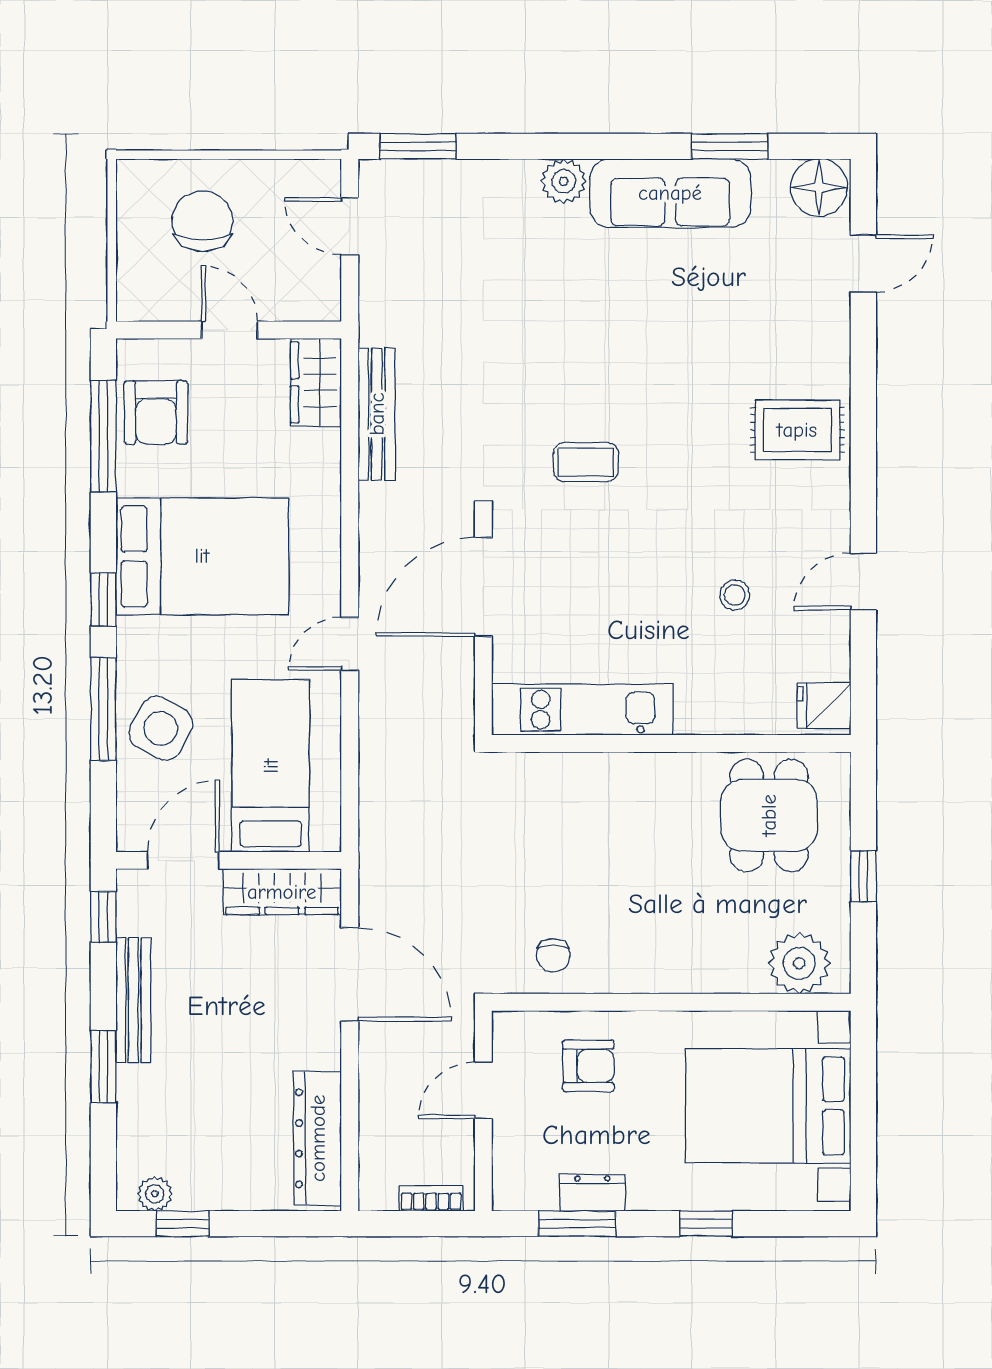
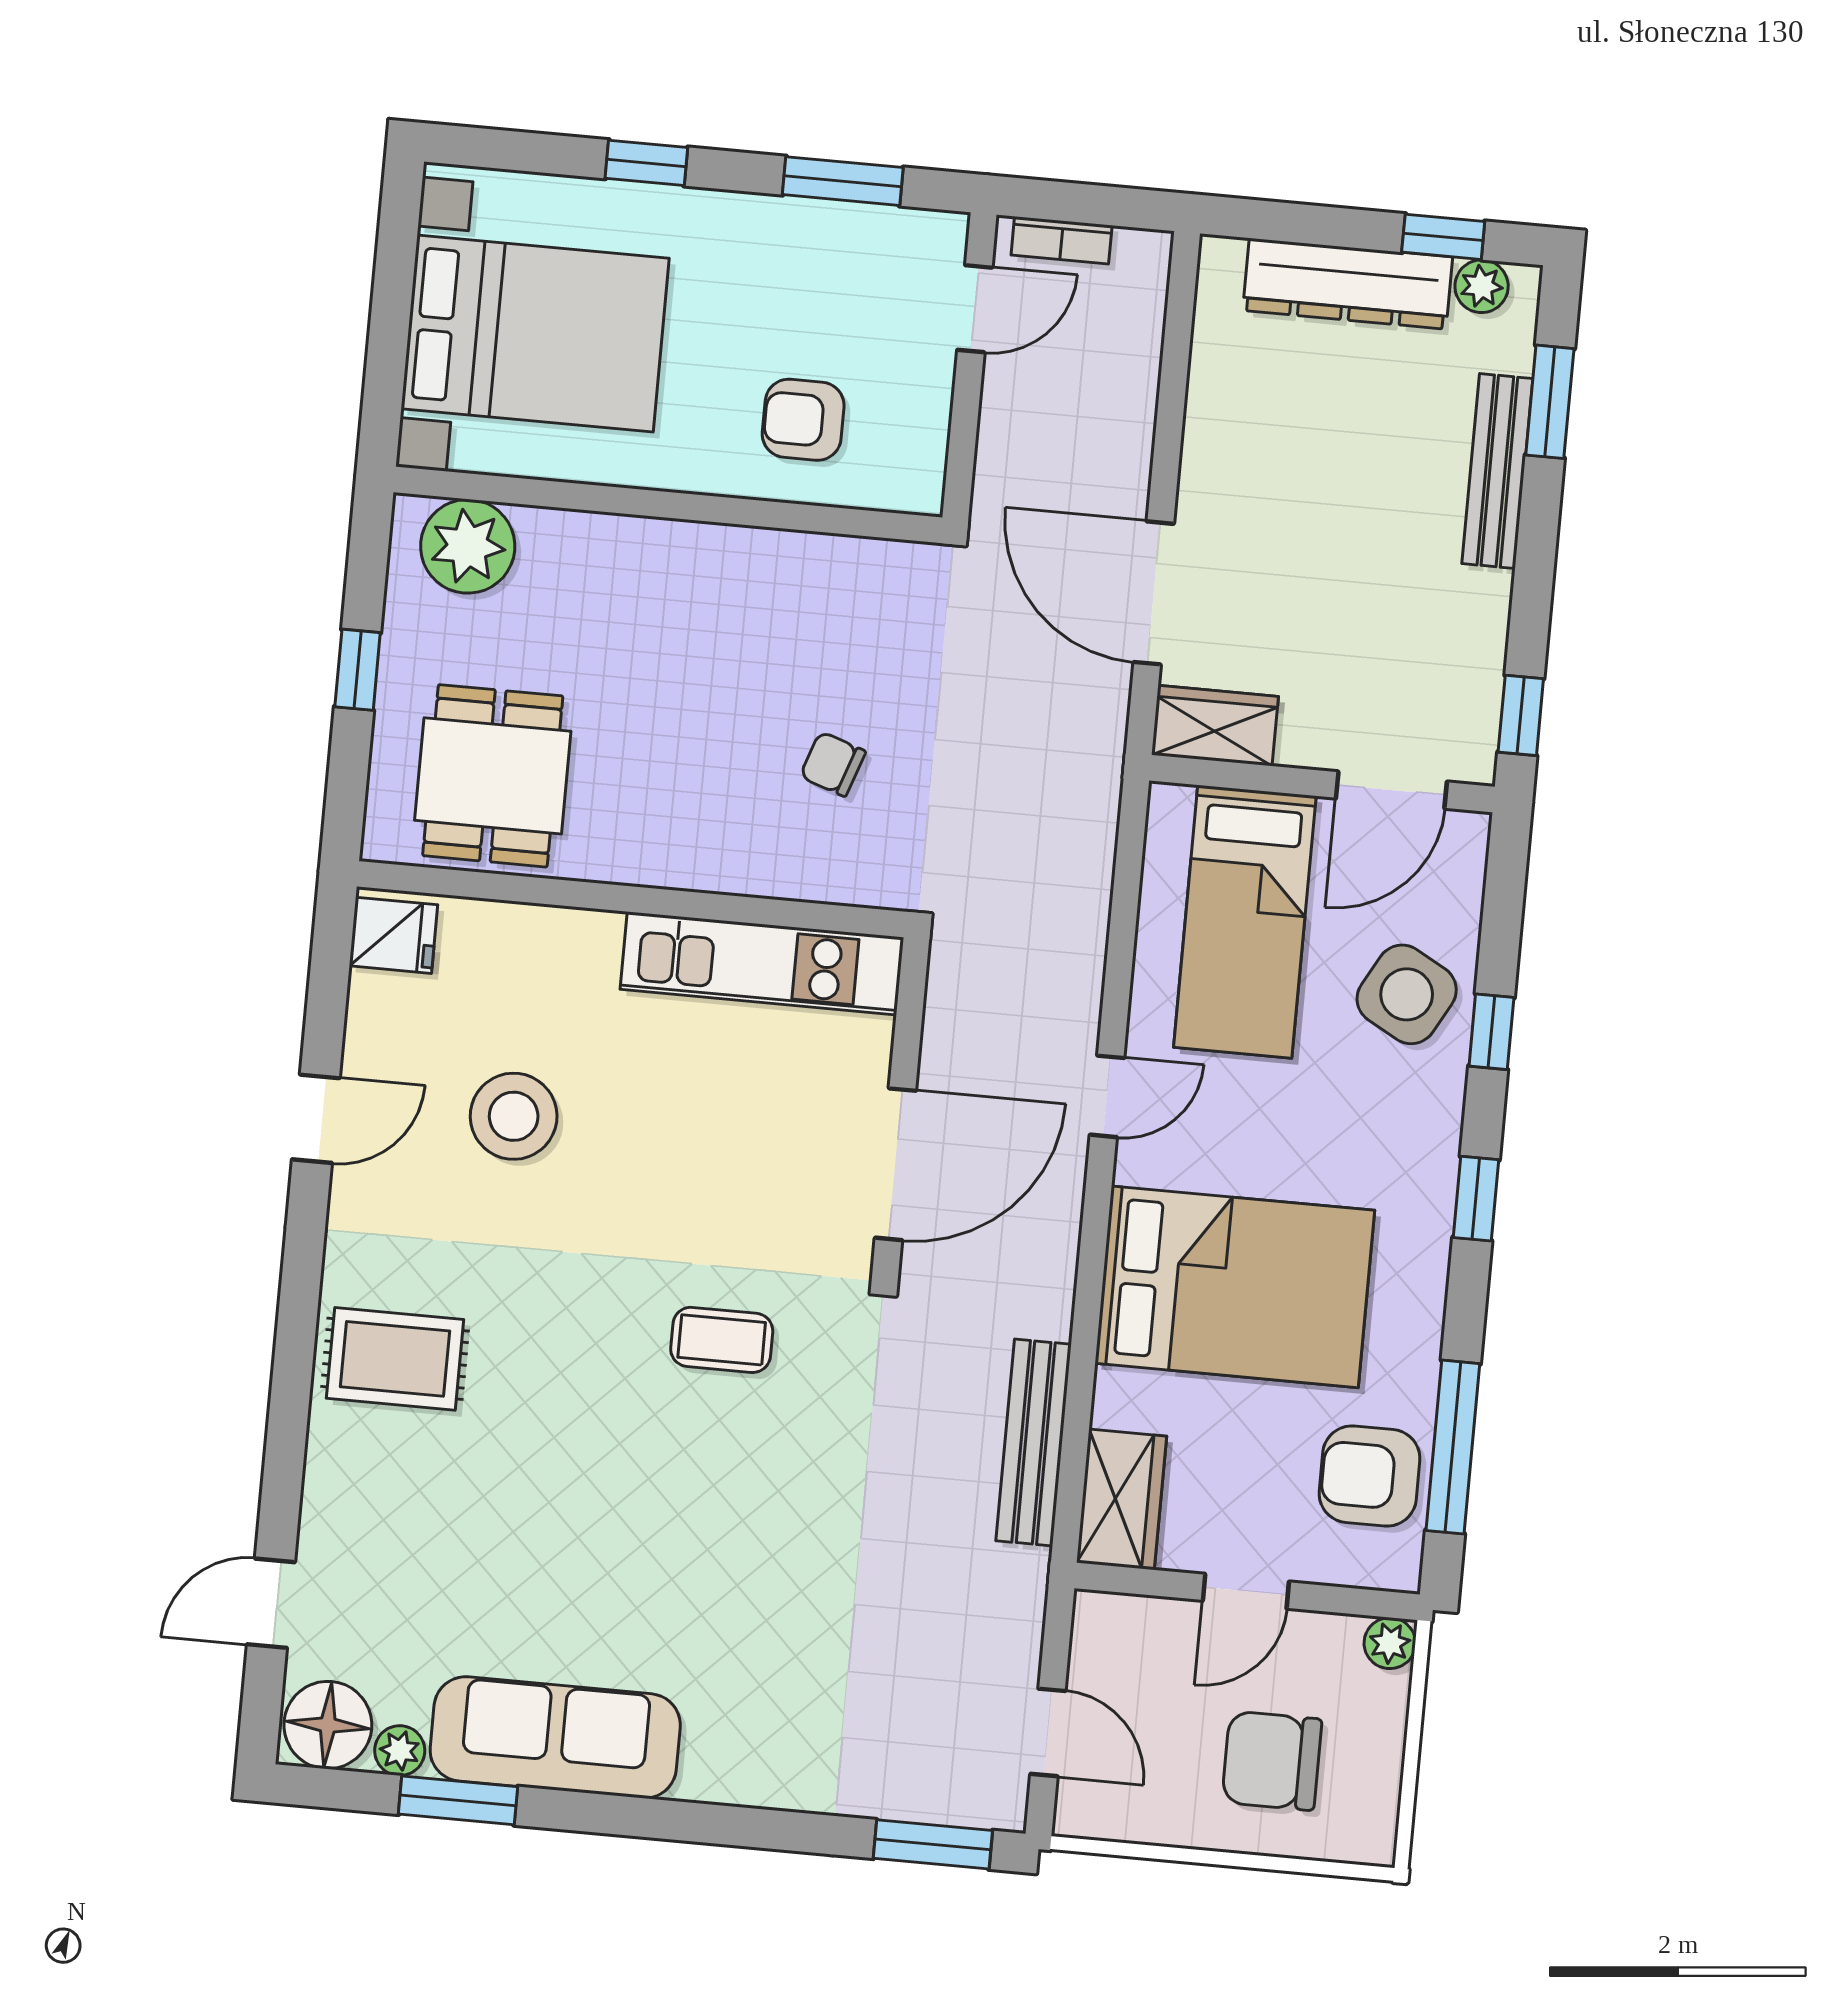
plant: (564, 181) -> (400, 1751), moved, width x0.73, depth x0.73
chair: (202, 221) -> (1272, 1761), turned 90
plant: (133, 305) -> (1390, 1643), added
door: (229, 330) -> (1246, 1591), hinge flipped
armchair: (156, 413) -> (1370, 1476), turned -90
bed: (202, 556) -> (1235, 1287), moved, turned 180
stool: (735, 595) -> (514, 1116), width x1.89, depth x1.89
window: (103, 709) -> (1491, 1032), width x0.46
wardrobe: (282, 892) -> (1215, 726), width x0.67
chair: (553, 955) -> (833, 764), moved, turned -71
bench: (133, 1000) -> (1497, 471), moved
window: (103, 1067) -> (1550, 402), moved
door: (483, 1090) -> (975, 309), moved
dresser: (318, 1138) -> (1348, 284), moved, turned 90
dresser: (593, 1193) -> (815, 226), removed

